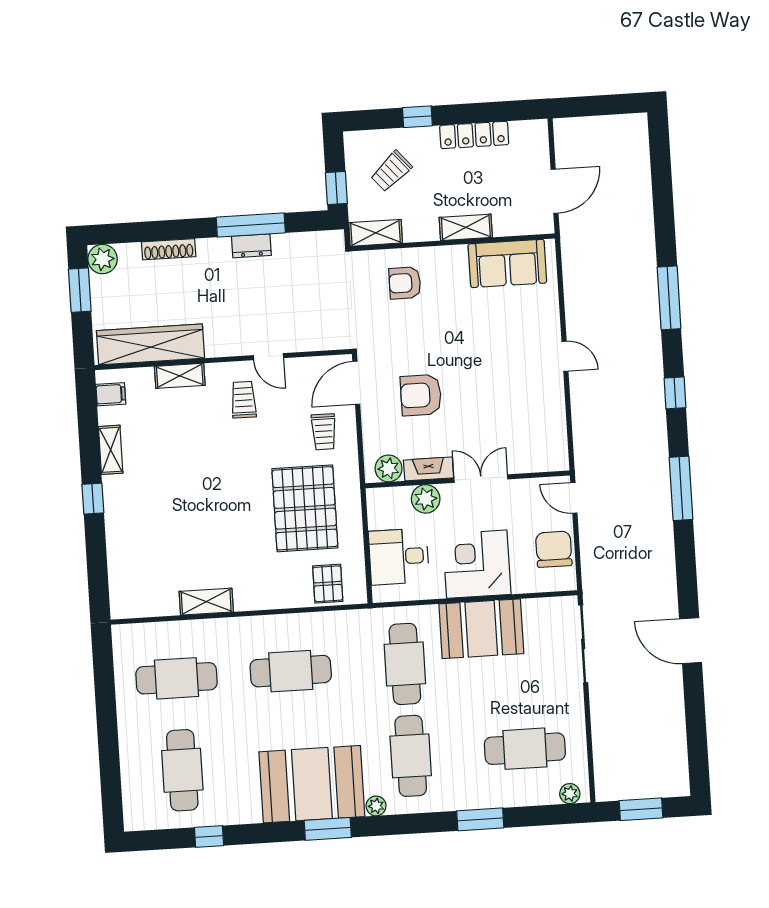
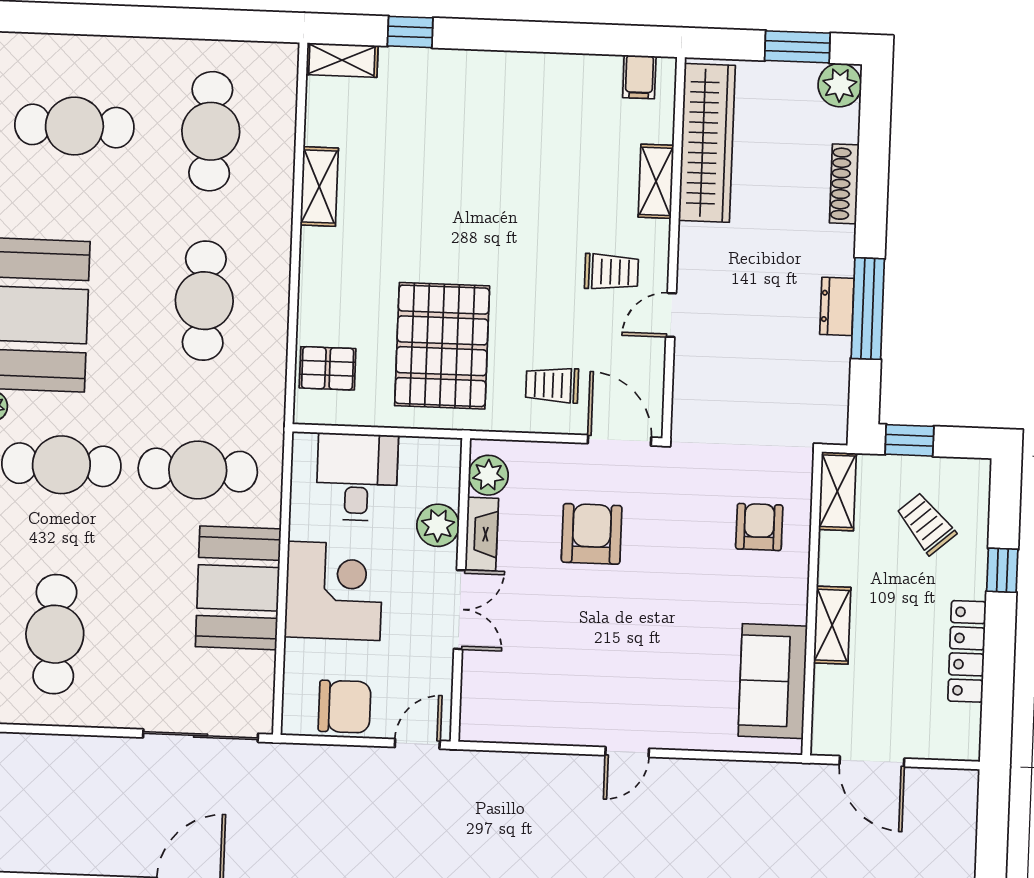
shelving: (111, 450) -> (342, 60), moved
window: (93, 499) -> (410, 32), moved
pallet: (305, 508) -> (442, 346), turned 90

